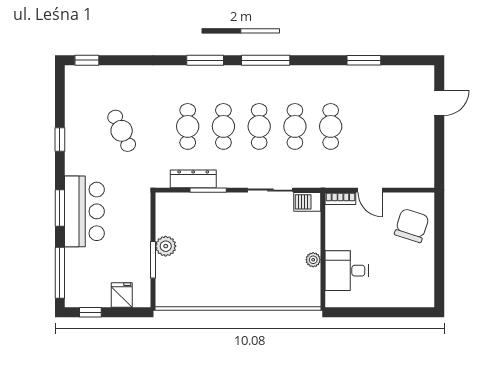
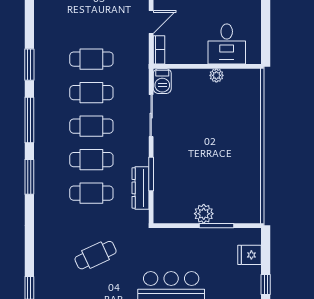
window: (364, 60) -> (29, 65), moved

